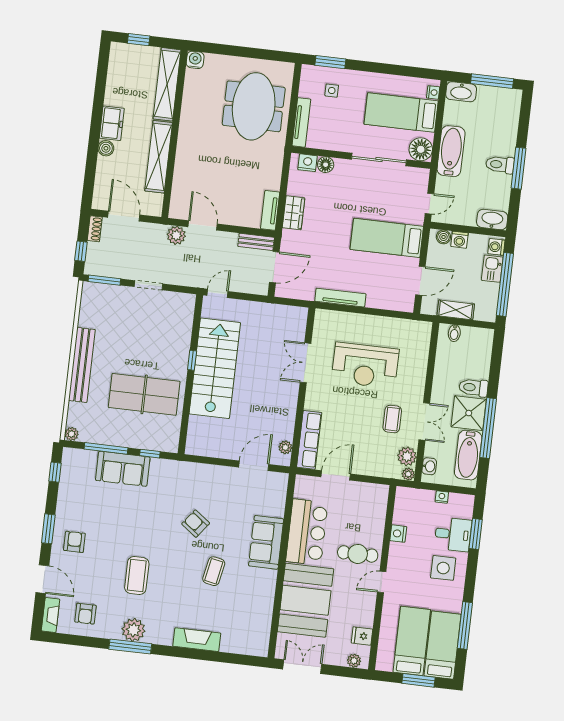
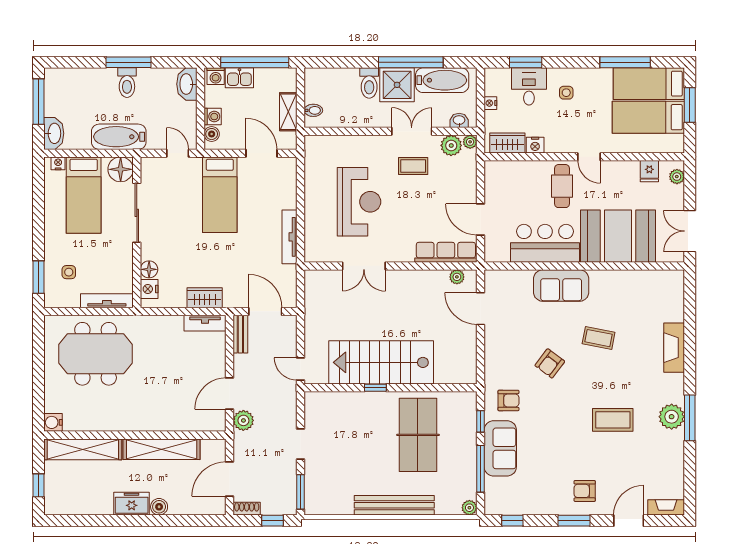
wardrobe: (403, 508) -> (507, 143), added
side table: (443, 568) -> (566, 93), width x0.54, depth x0.54
armchair: (85, 614) -> (508, 400), moved

